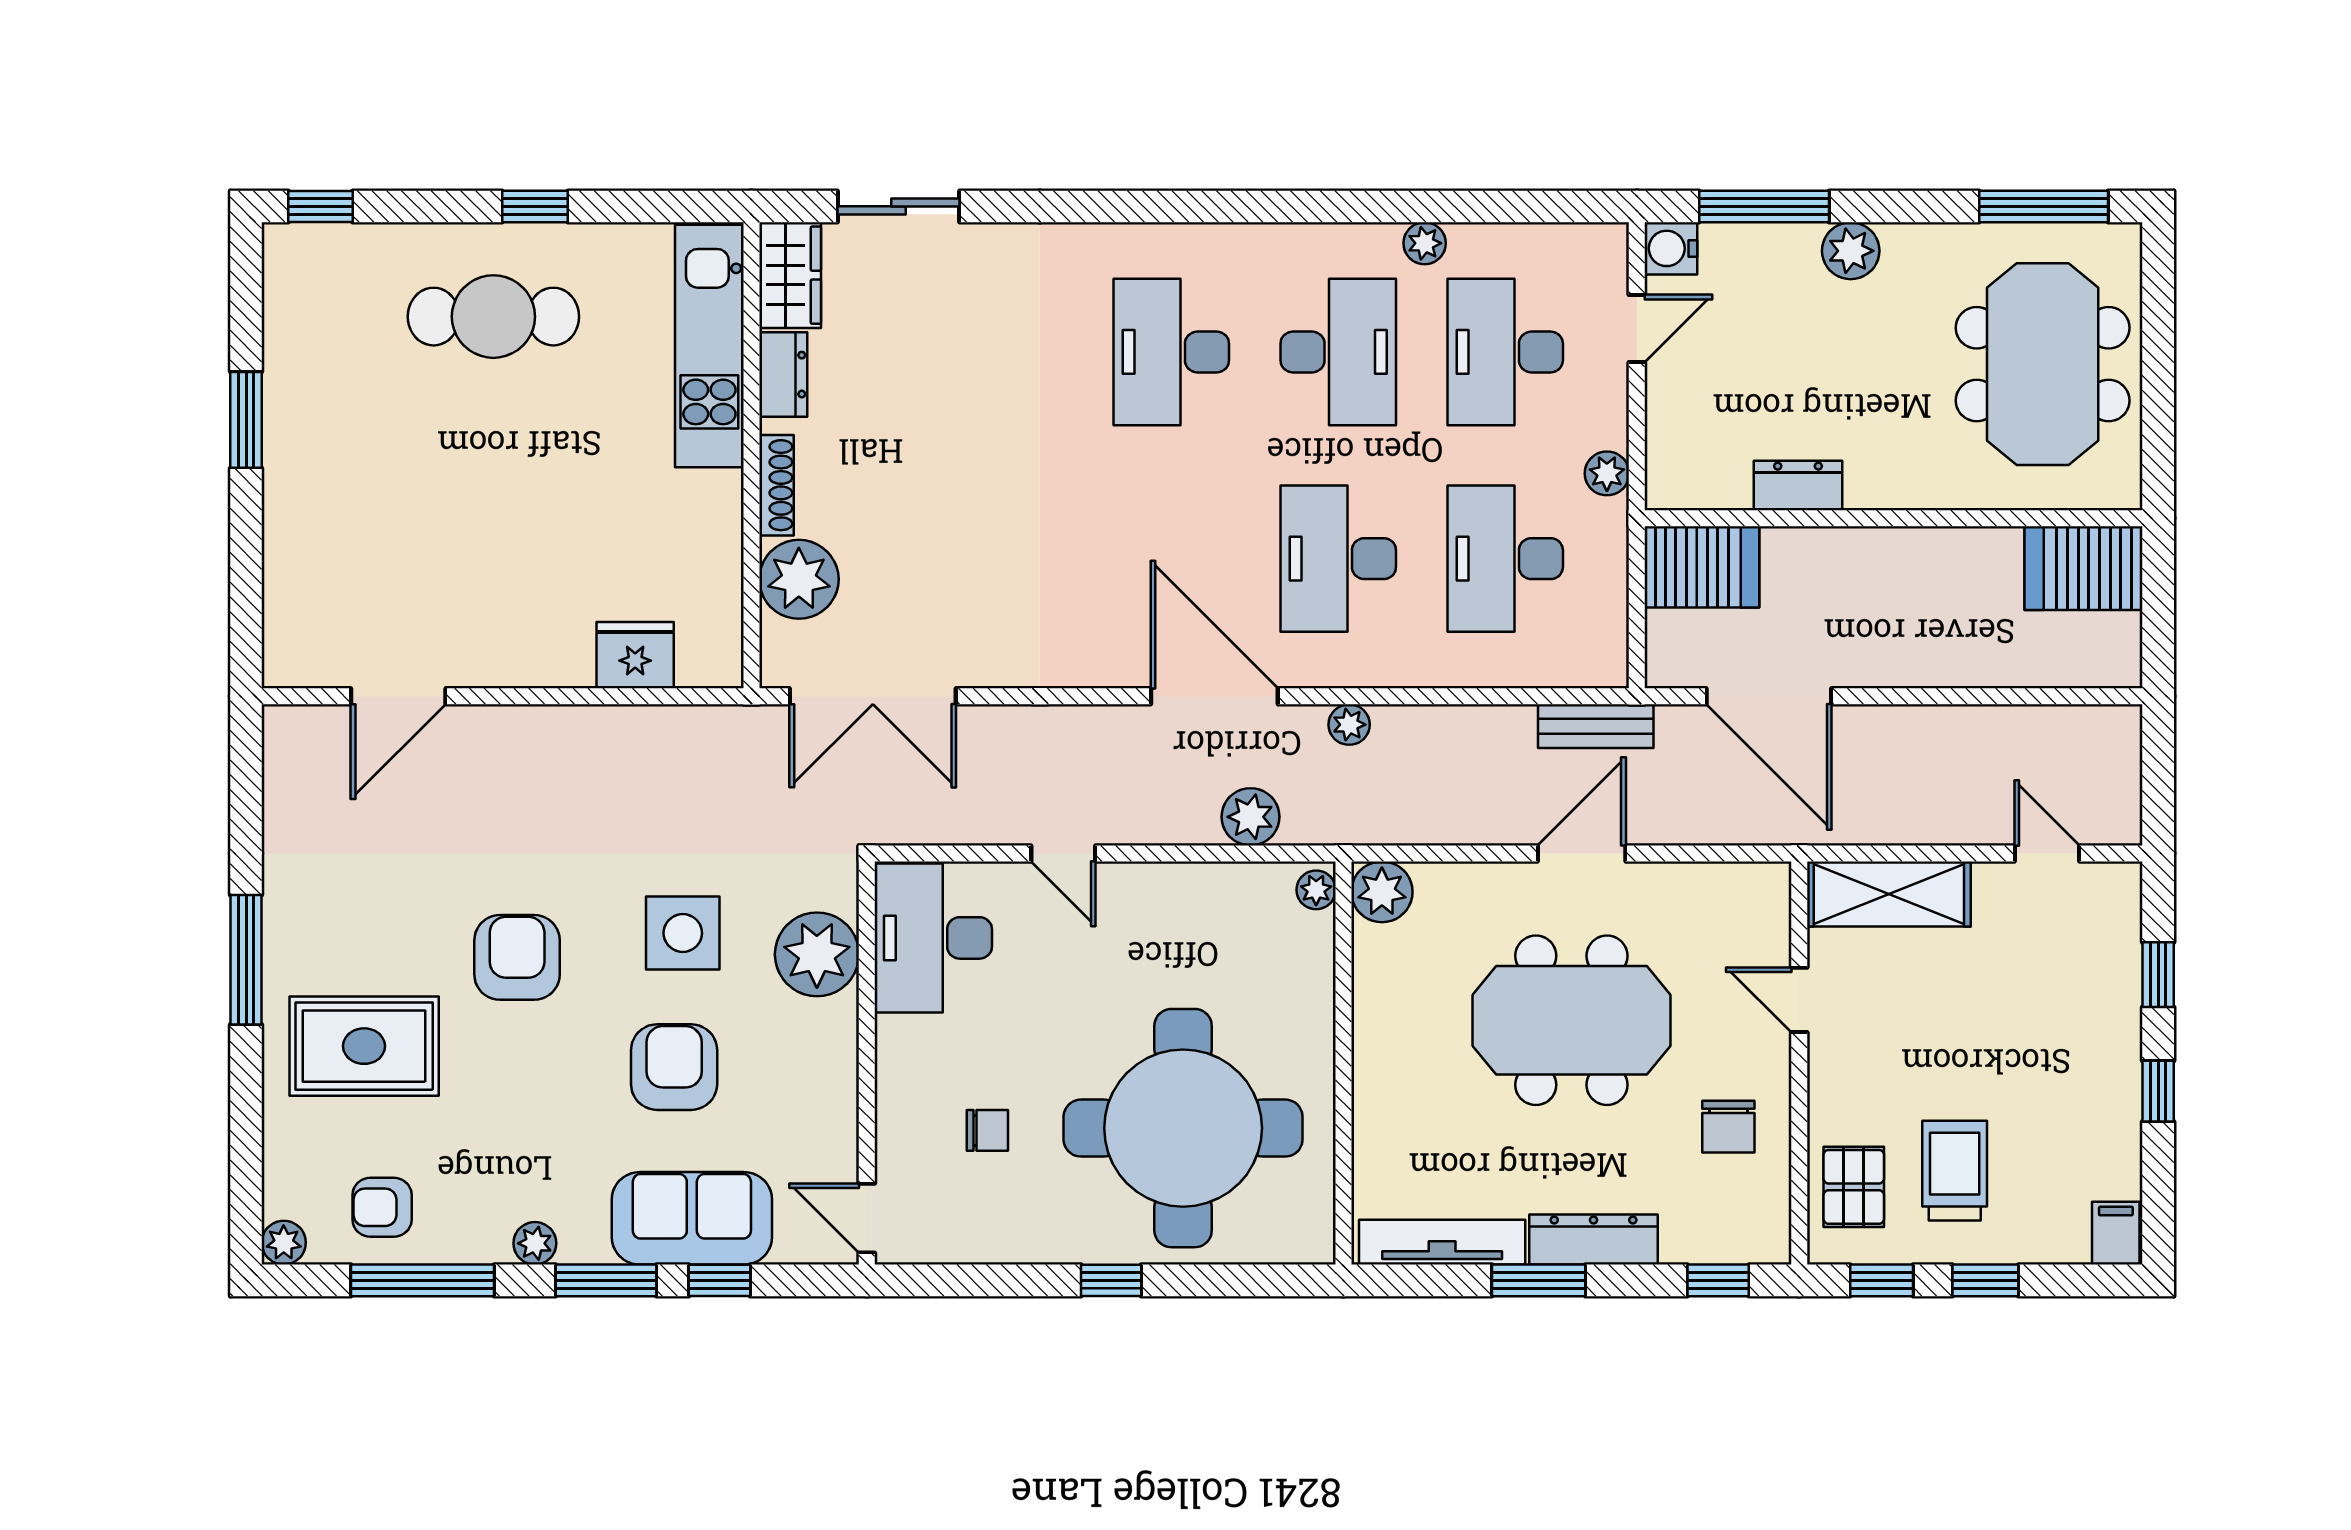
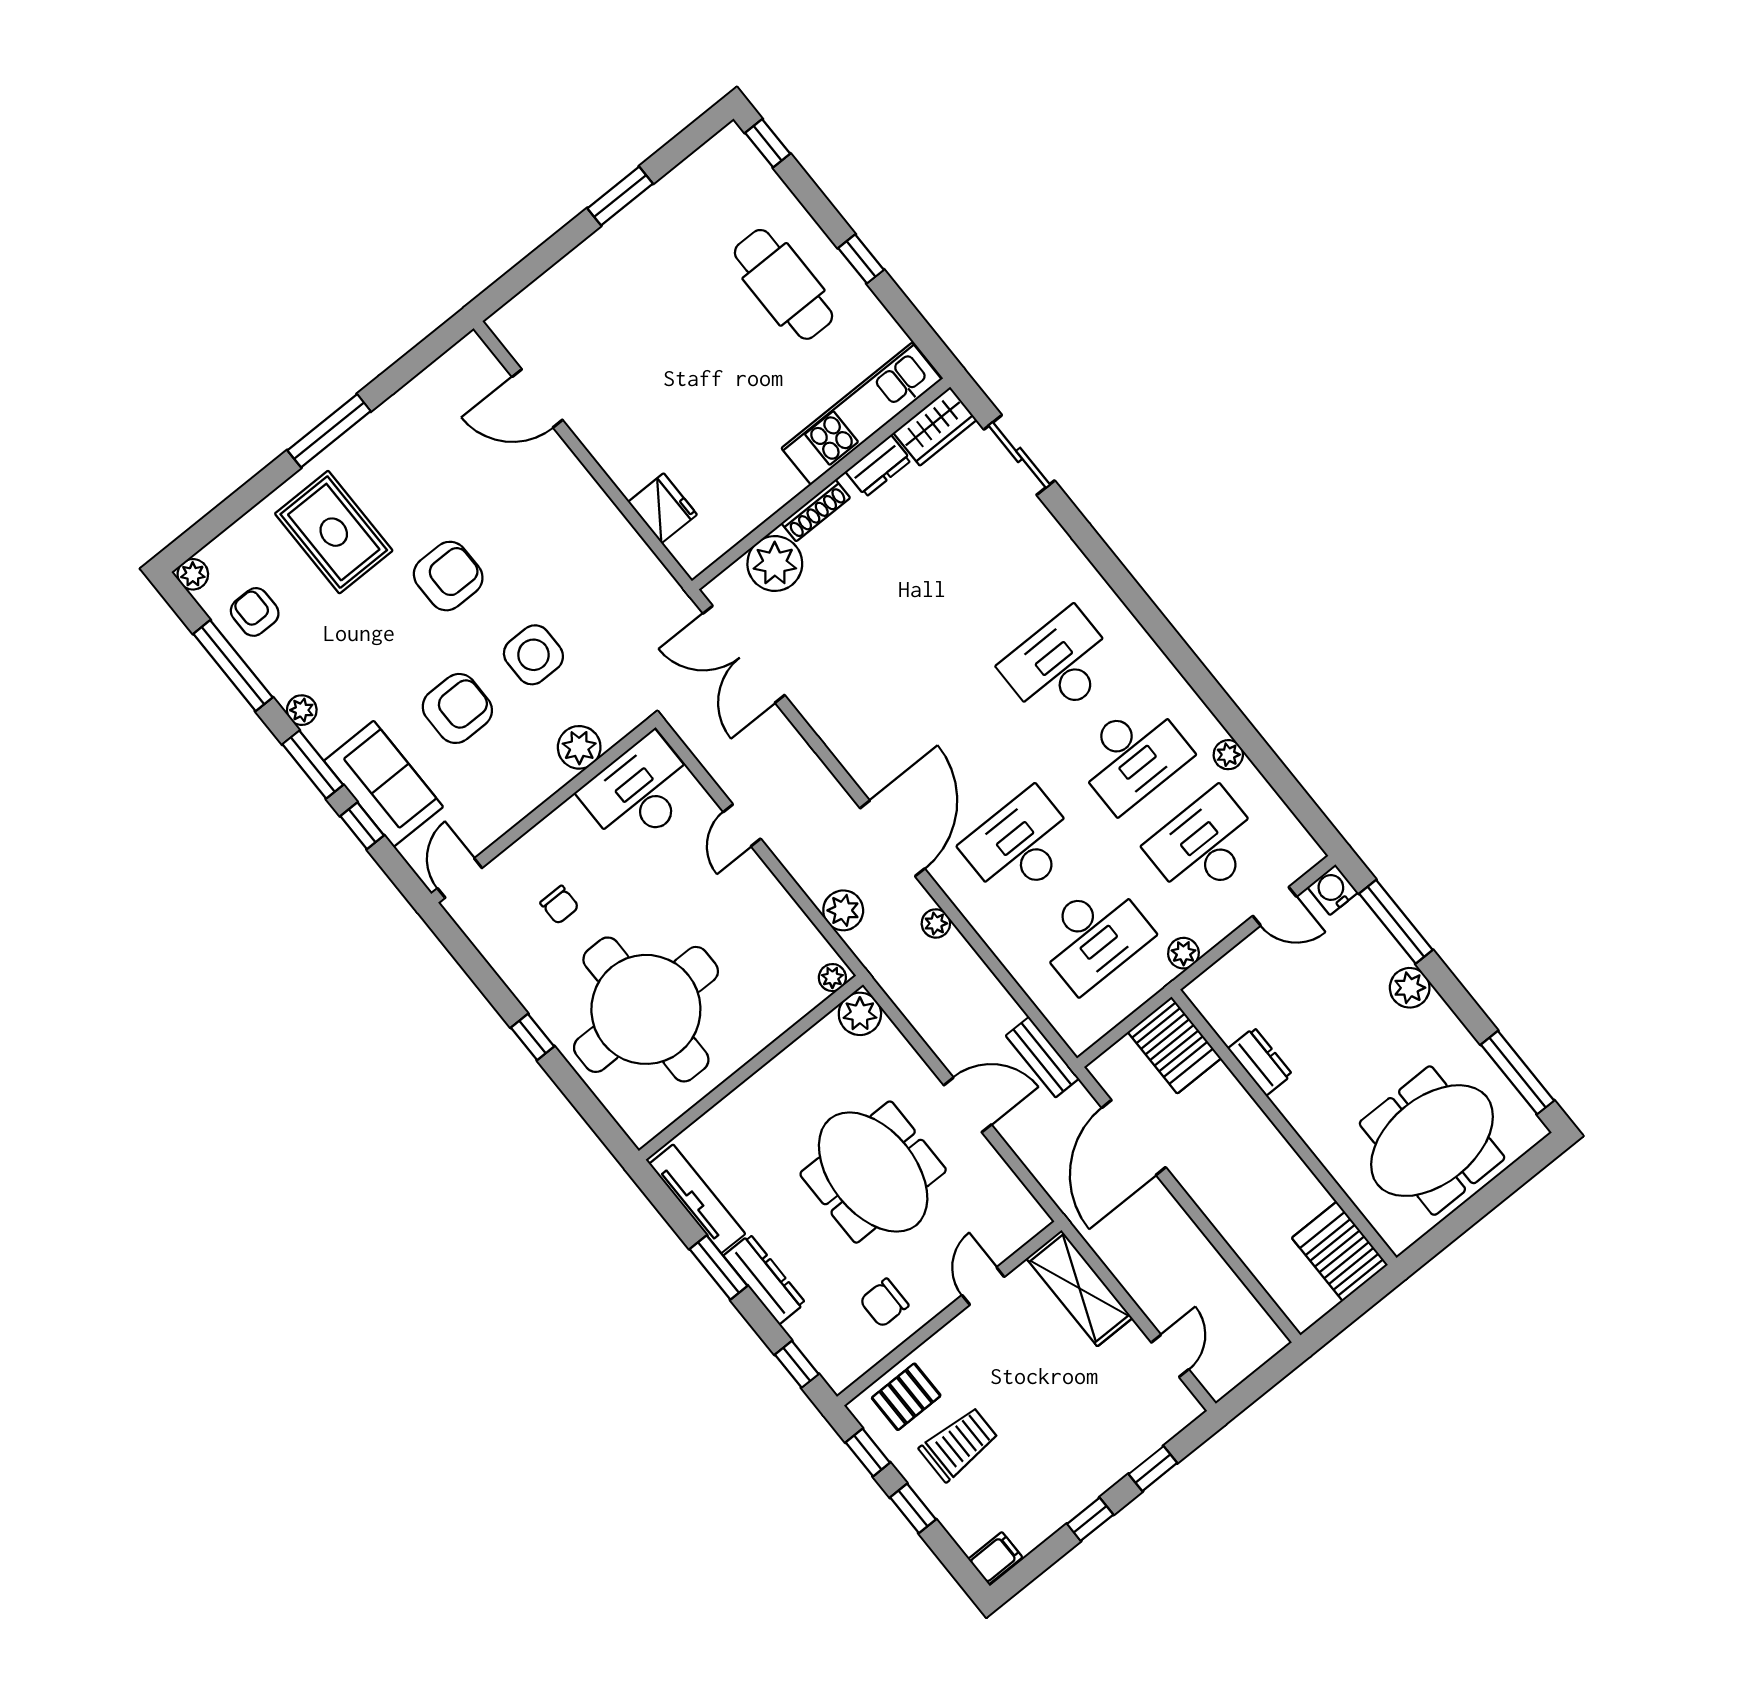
desk: (1505, 559) -> (1093, 935), turned 180
plant: (817, 954) -> (579, 747), width x0.73, depth x0.73

